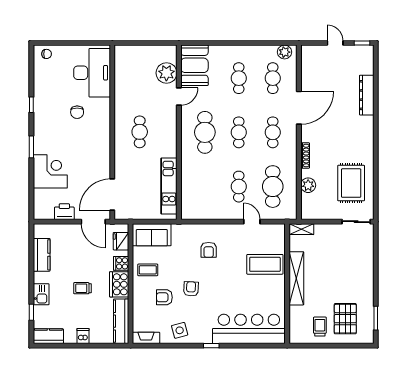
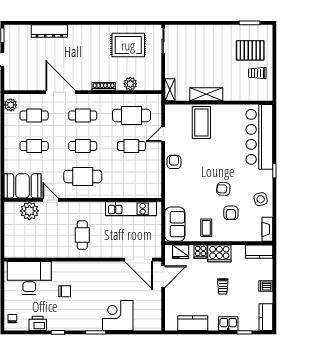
cafe table: (140, 132) -> (82, 235), turned 90
printer: (64, 212) -> (38, 323), moved, turned 90
armchair: (209, 250) -> (174, 162), moved, turned -90
shelving: (296, 278) -> (206, 94), width x0.68
kitchen counter: (121, 321) -> (259, 252), width x0.67

